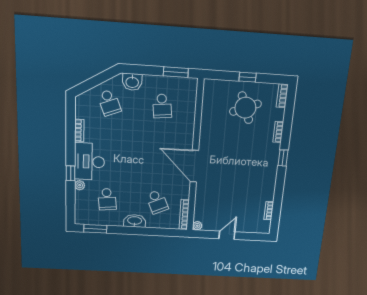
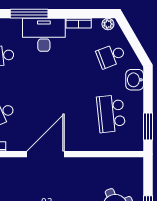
school desk: (162, 106) -> (111, 114), width x1.85
window: (71, 173) -> (29, 14), width x2.17
plant: (80, 185) -> (108, 24), moved

